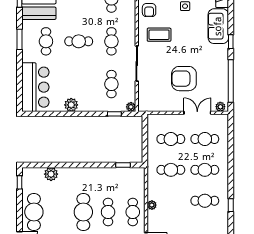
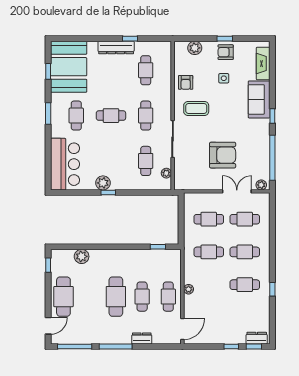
armchair: (184, 79) -> (223, 155), turned 180
plant: (131, 107) -> (166, 173), moved
window: (114, 114) -> (108, 193), moved

